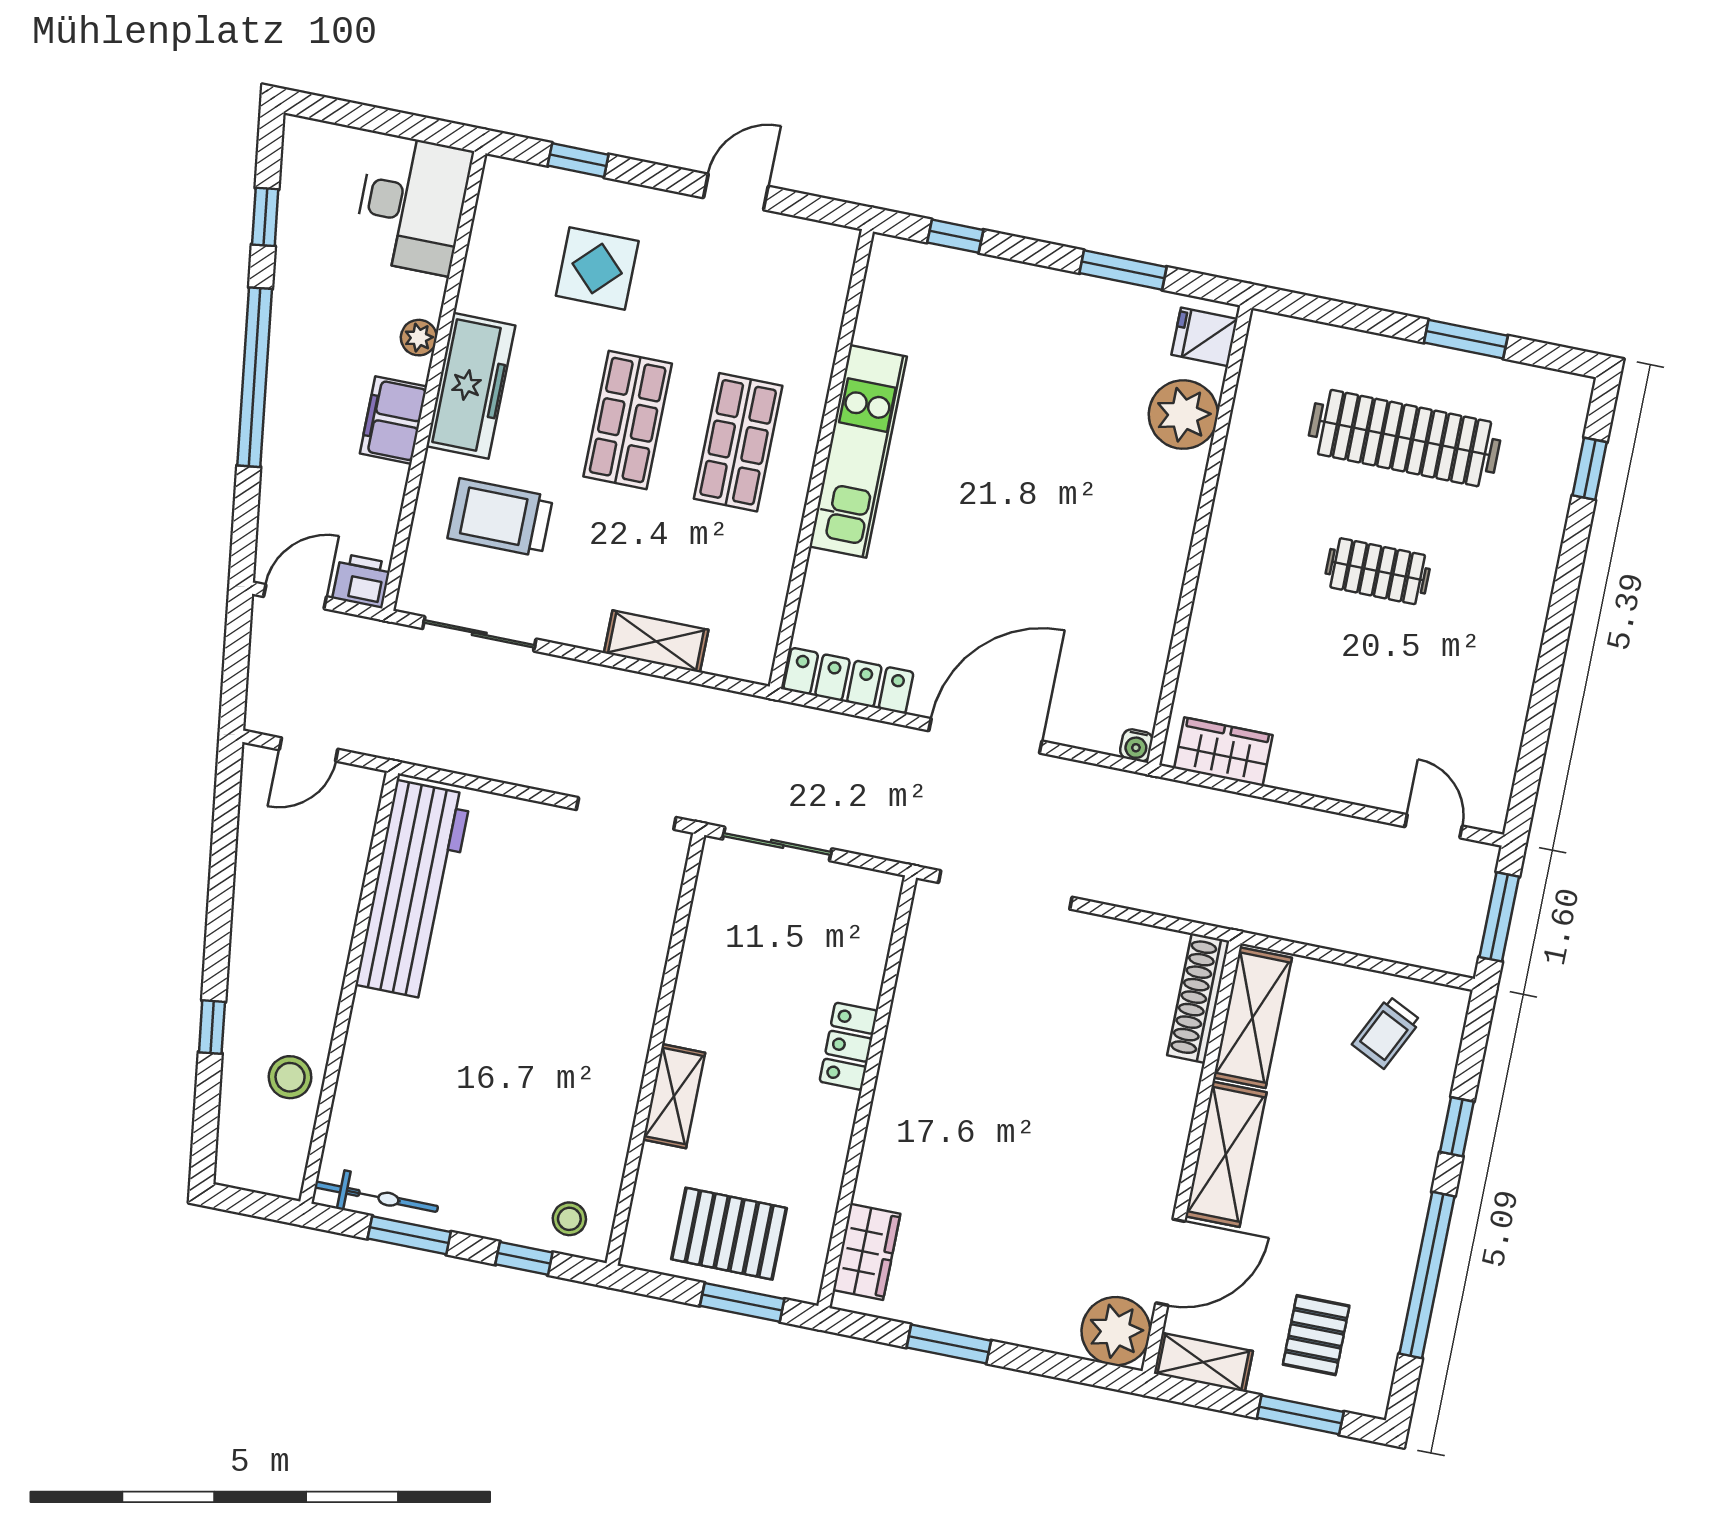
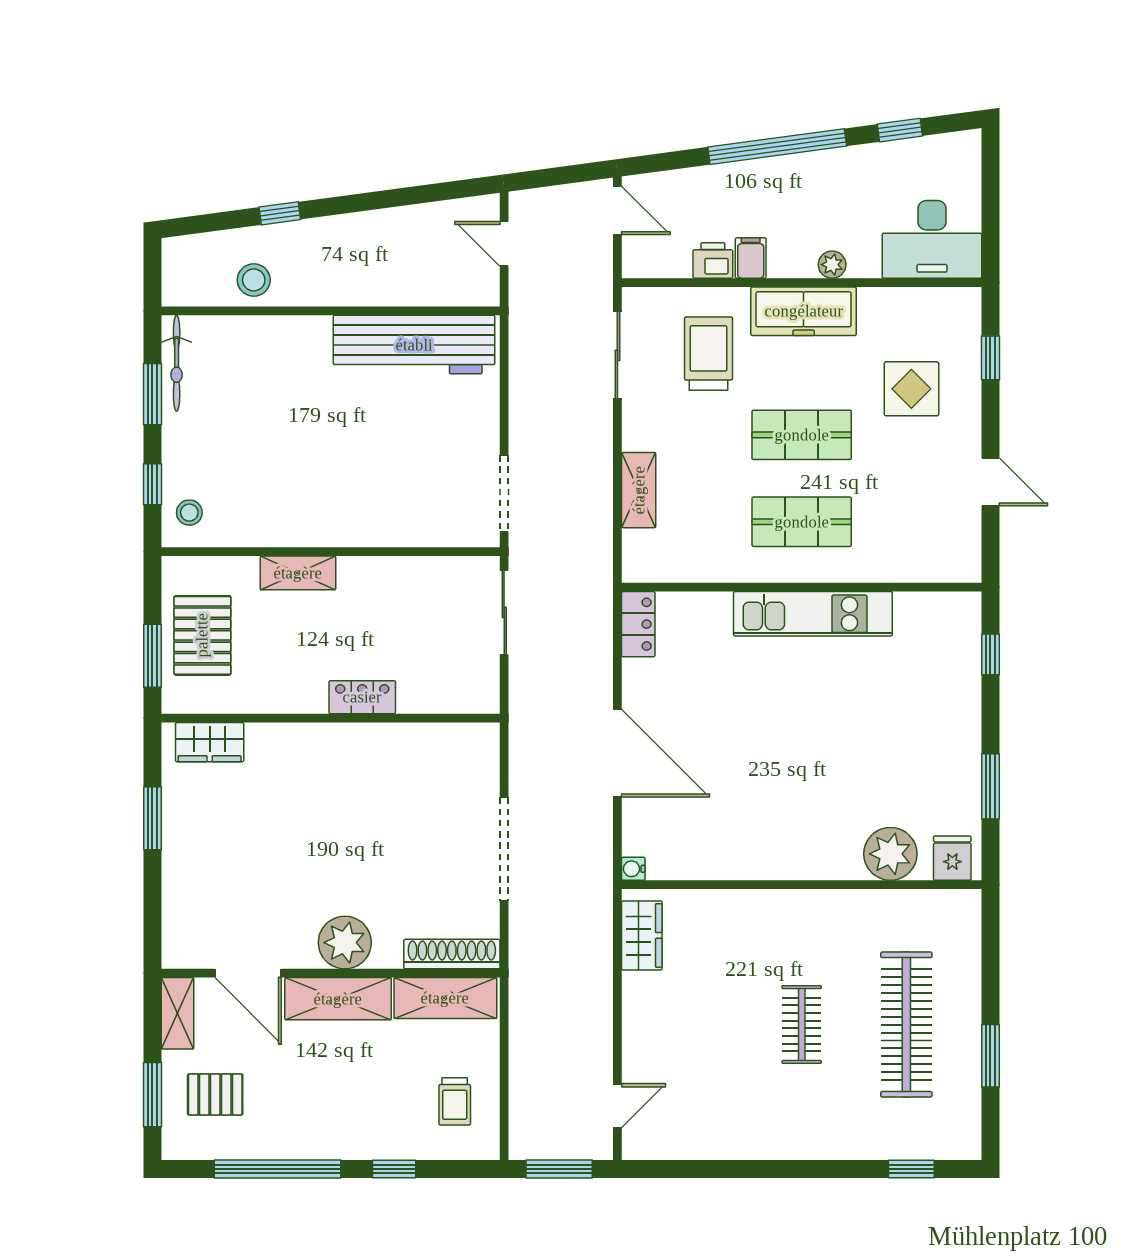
filing cabinet: (393, 420) -> (751, 258), width x0.50
printer: (362, 581) -> (713, 260), moved, turned -90
locker: (848, 681) -> (638, 624), width x0.66
doorway: (1005, 890) -> (504, 849), moved
trolley: (1386, 1032) -> (455, 1101), turned -116
plant: (1116, 1331) -> (345, 943), moved

